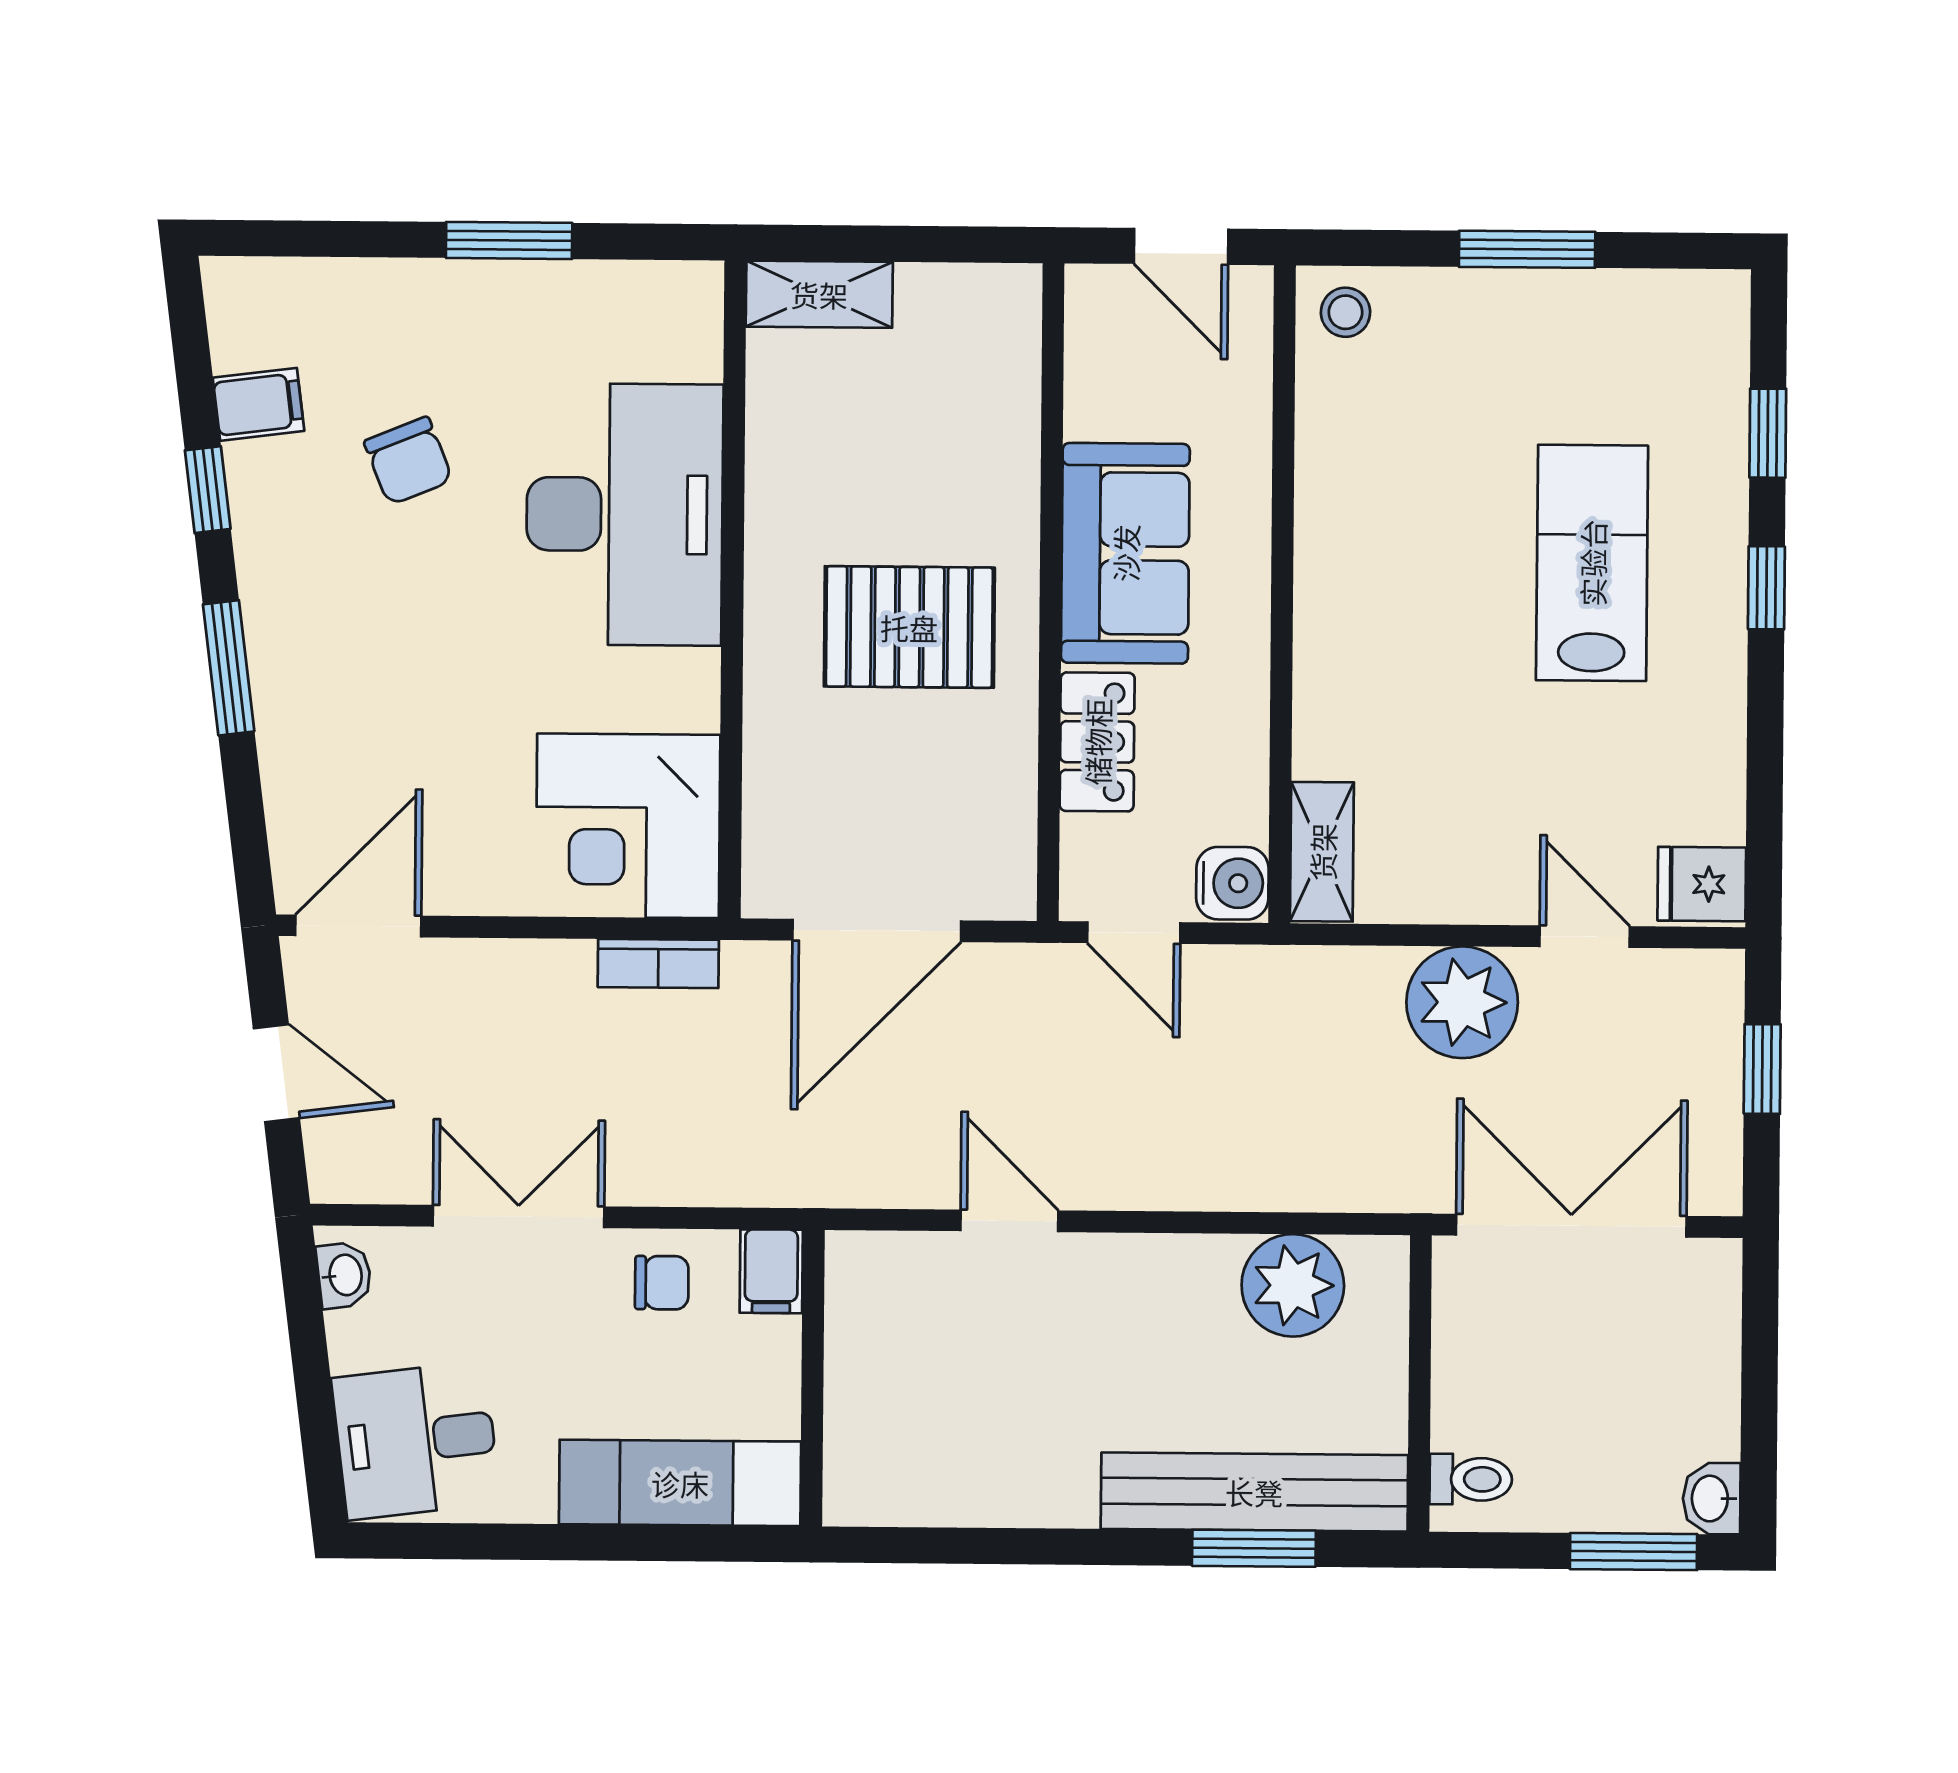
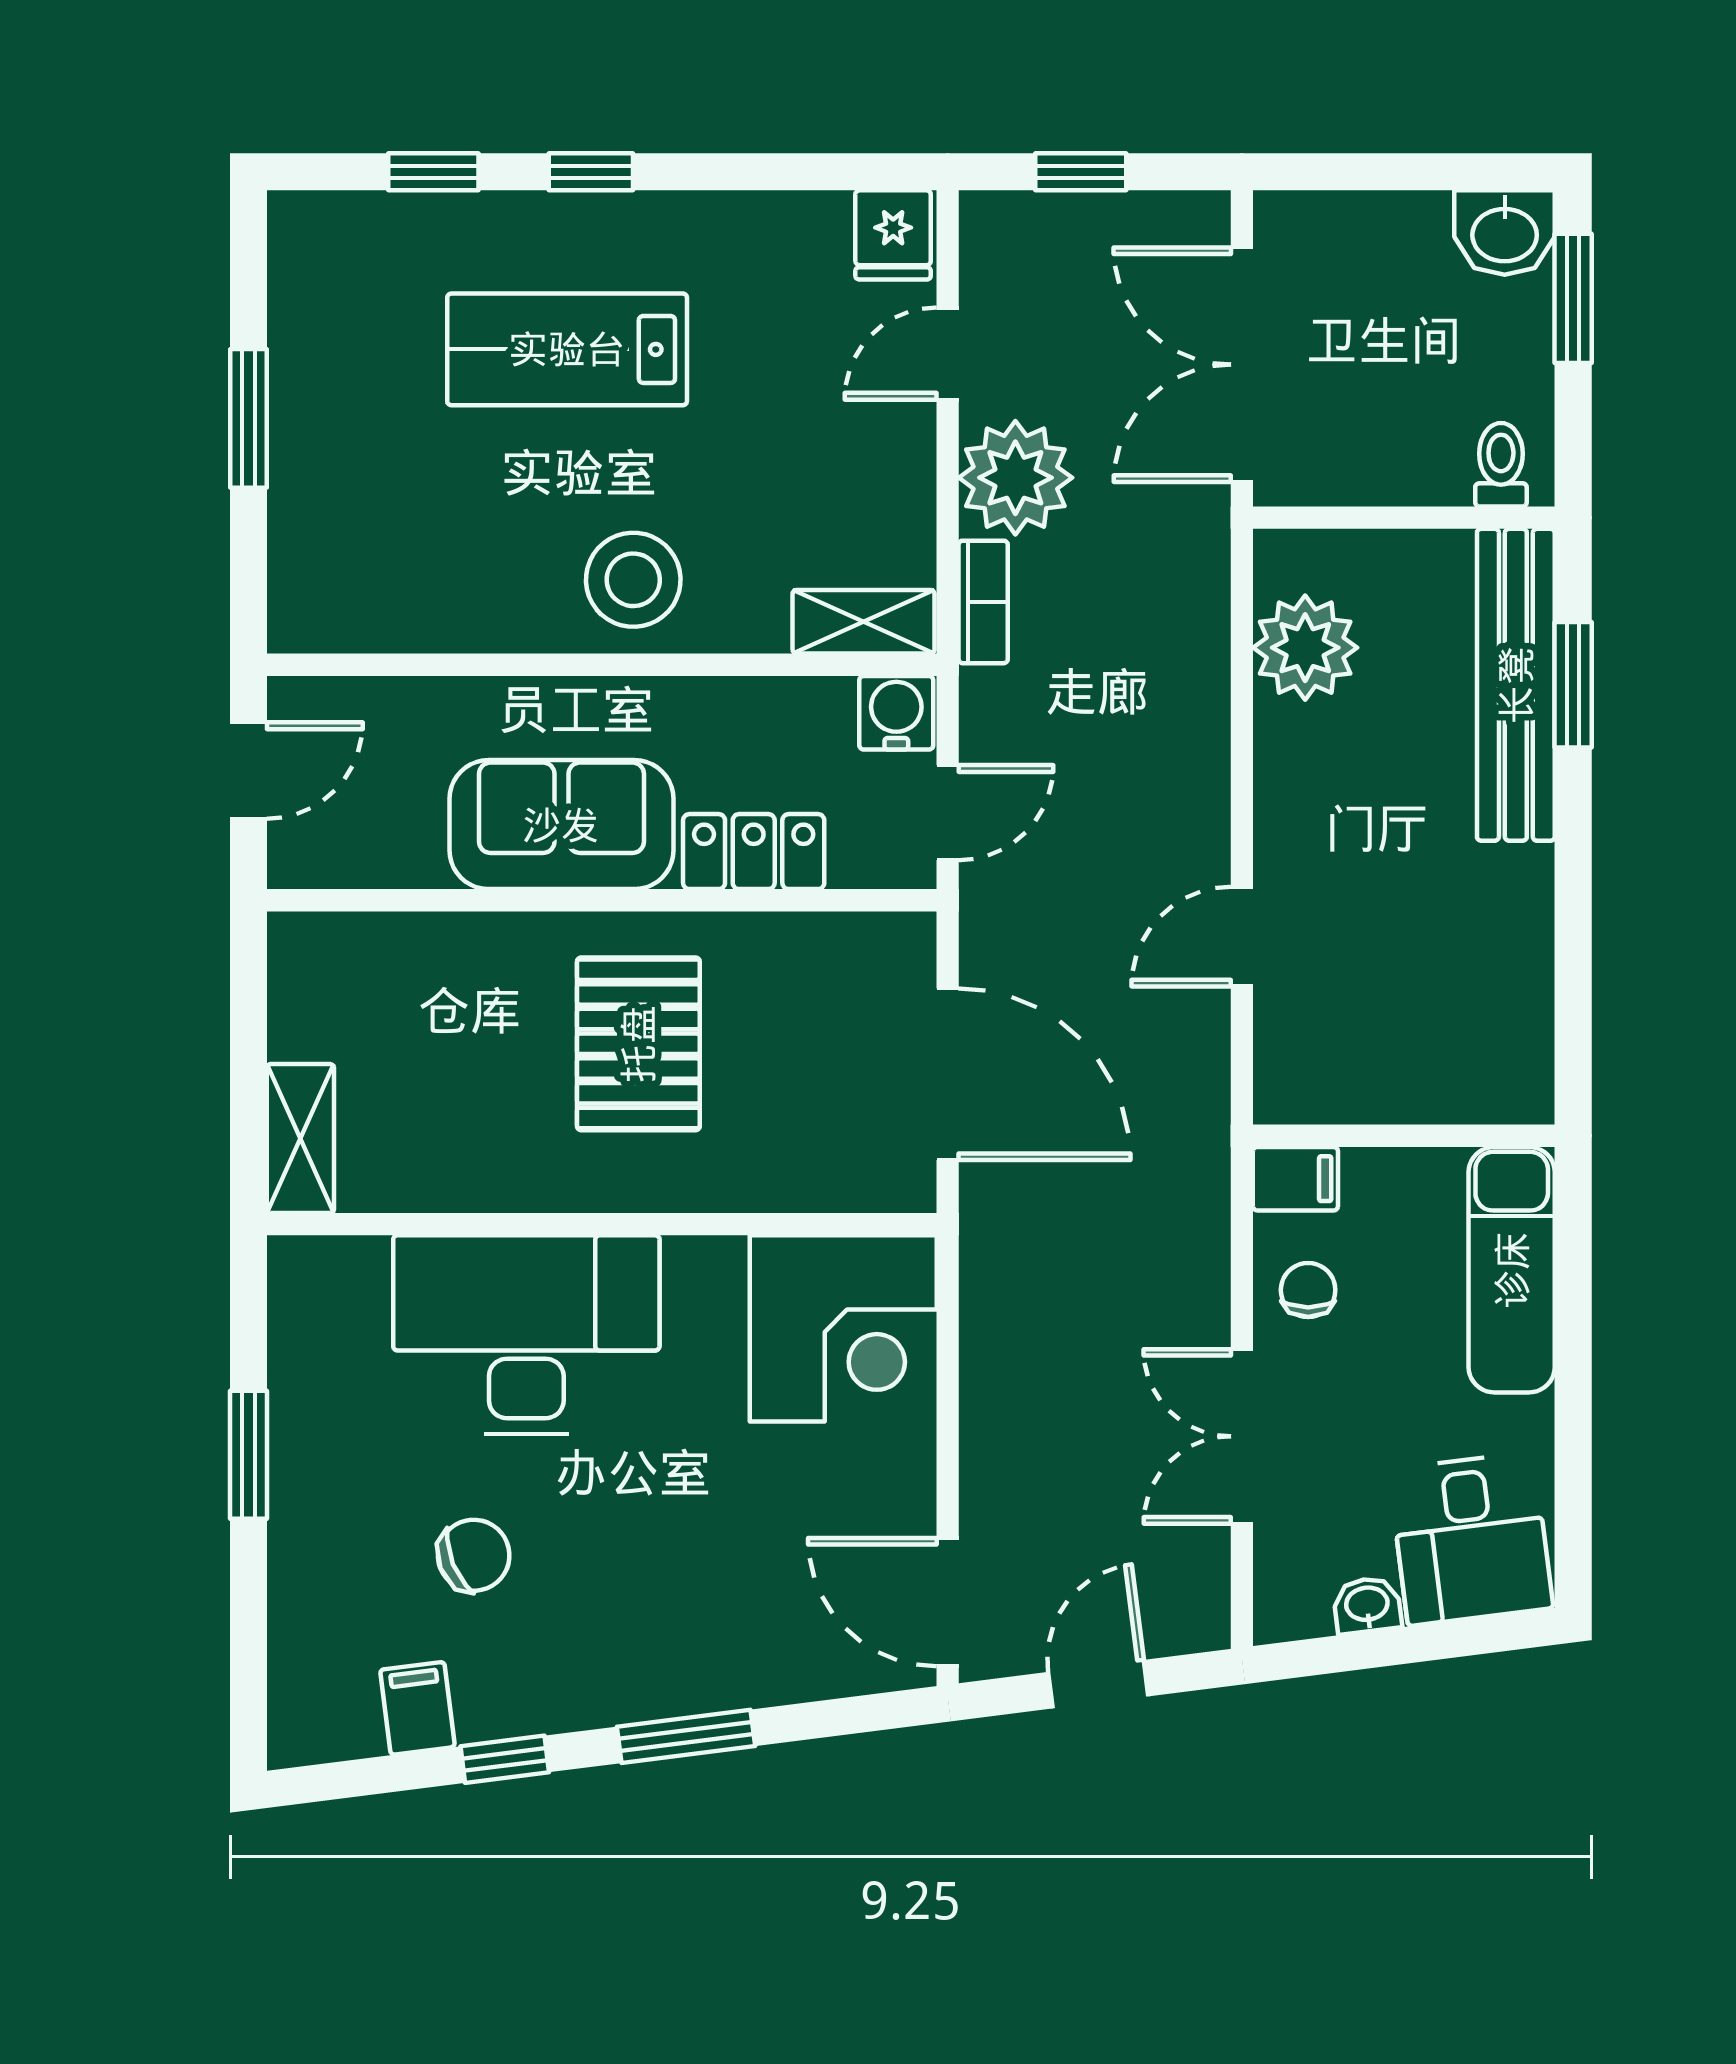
stool: (1346, 312) -> (633, 580), moved, width x1.89, depth x1.89
bookcase: (658, 964) -> (983, 602), moved
washbasin: (344, 1275) -> (1367, 1605), moved
washbasin: (1712, 1499) -> (1505, 233), width x1.38, depth x1.45

